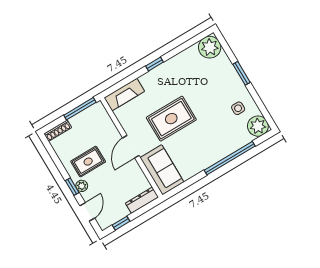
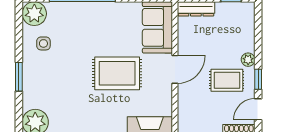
window: (72, 187) -> (258, 79), moved
door: (87, 212) -> (258, 109), moved

